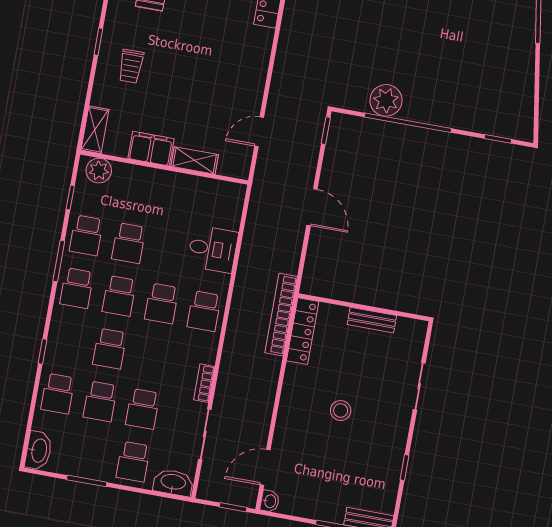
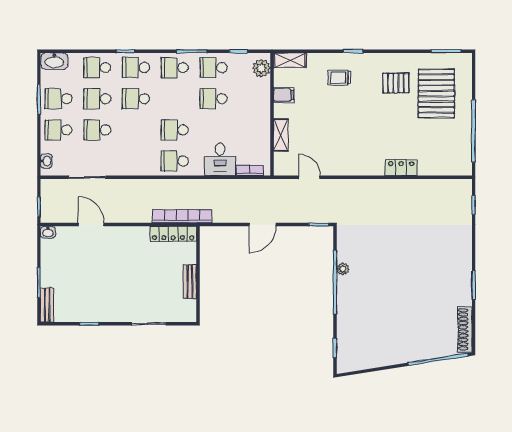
plant: (386, 100) -> (343, 269), width x0.53, depth x0.53
filing cabinet: (151, 149) -> (284, 95), width x0.50
school desk: (119, 296) -> (136, 68), moved
bookcase: (204, 383) -> (250, 170), moved
stool: (341, 411) -> (122, 271), removed
school desk: (91, 454) -> (59, 99), added
door: (265, 467) -> (91, 225), moved
washbasin: (173, 482) -> (46, 161), width x0.52, depth x0.69

